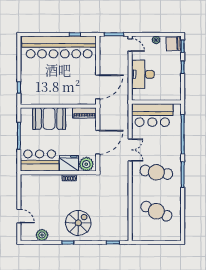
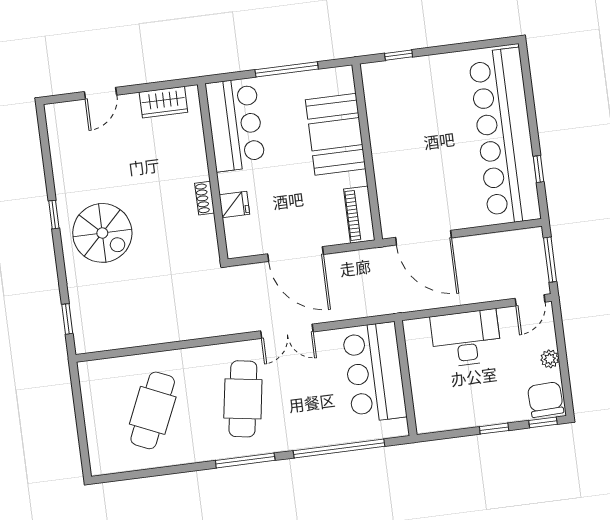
fridge: (69, 163) -> (234, 204), width x0.53, depth x0.75
plant: (86, 164) -> (241, 234), removed
wardrobe: (26, 190) -> (163, 102), added
plant: (42, 235) -> (63, 152), removed

